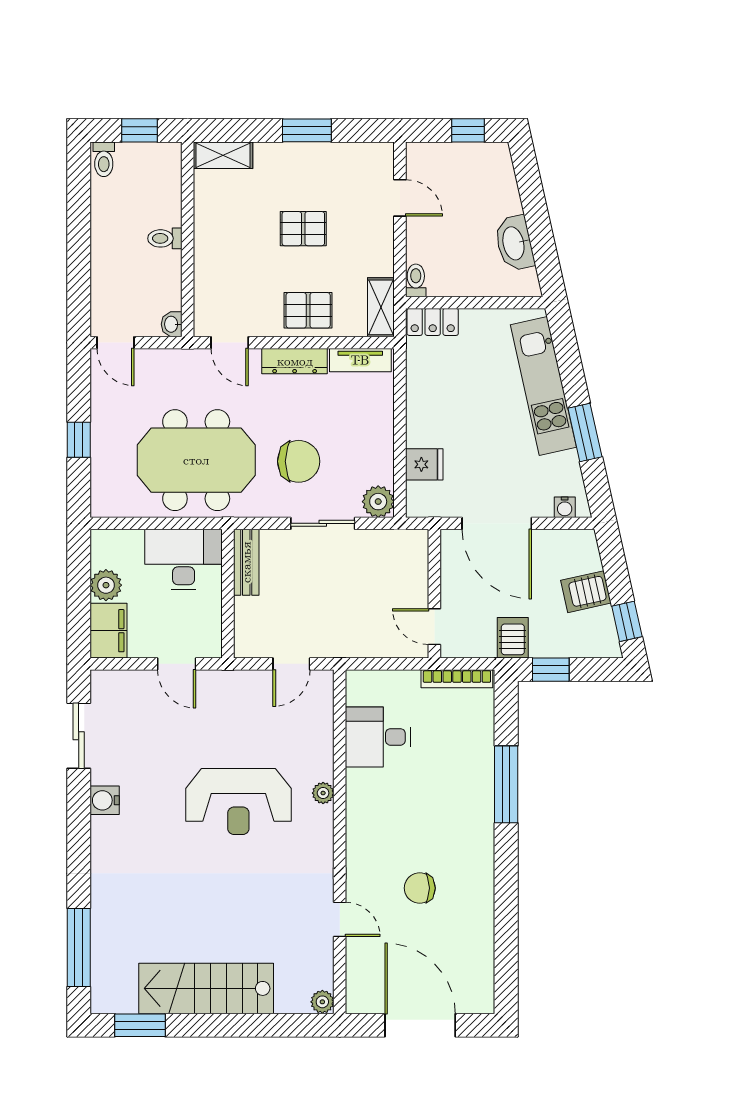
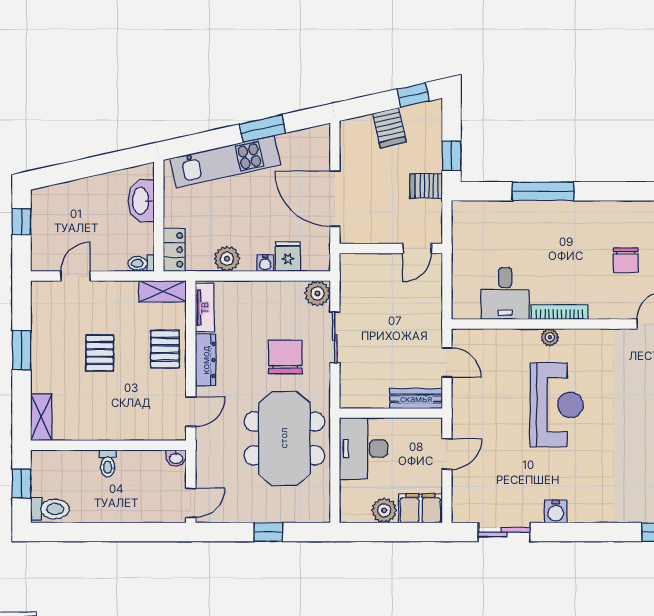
toilet: (104, 159) -> (50, 509), width x1.37, depth x1.39
washbasin: (514, 243) -> (141, 201), moved, turned 103
plant: (422, 388) -> (227, 259), added
water cooler: (565, 507) -> (265, 263), moved, turned 90
door: (497, 523) -> (335, 199), swing flipped
bench: (246, 562) -> (416, 399), moved
bookcase: (457, 679) -> (559, 312), moved, turned -90

